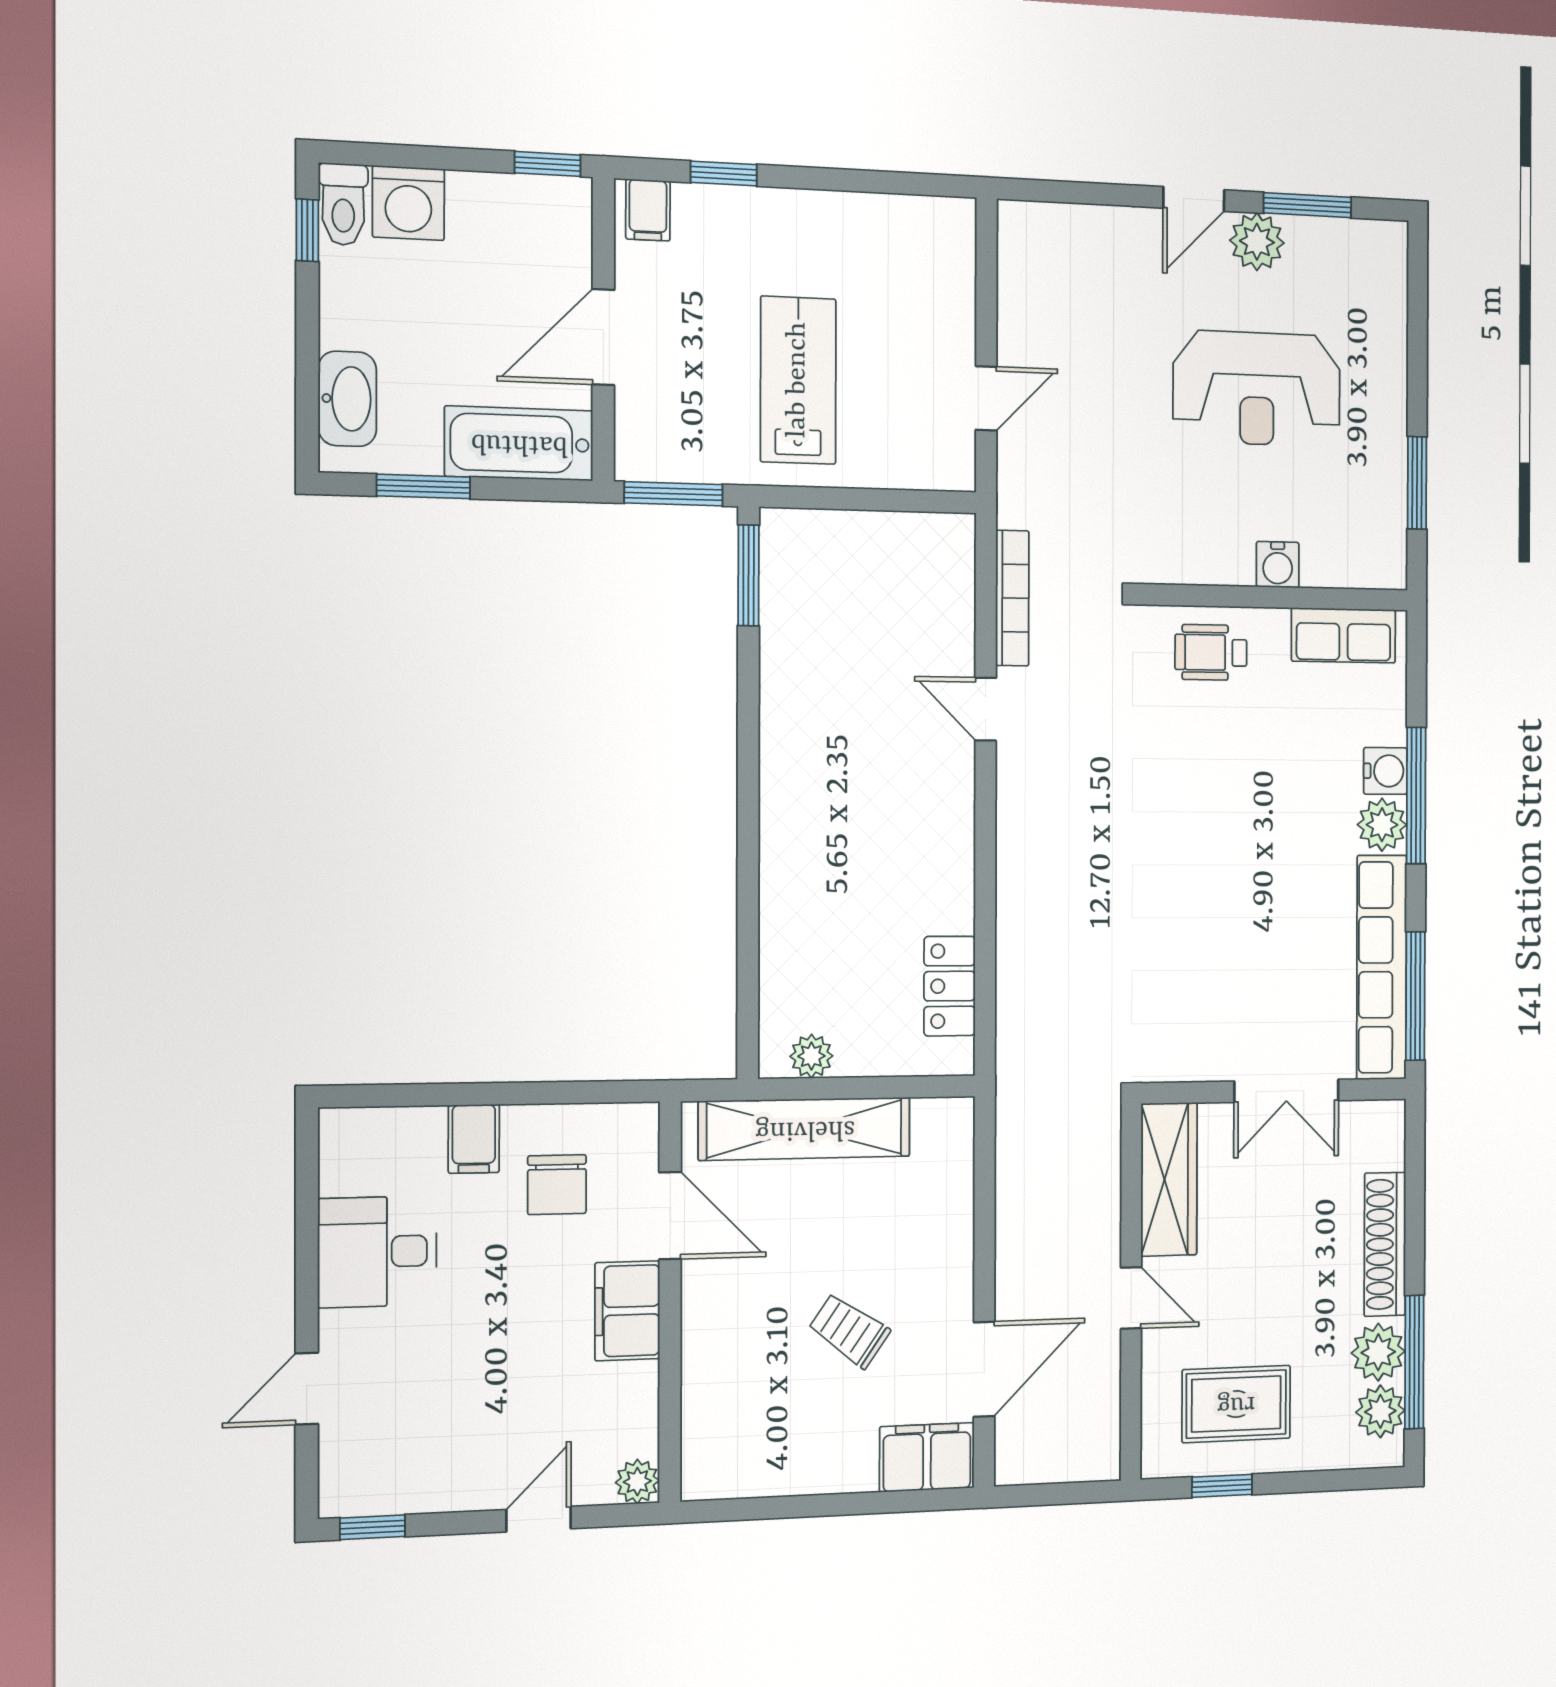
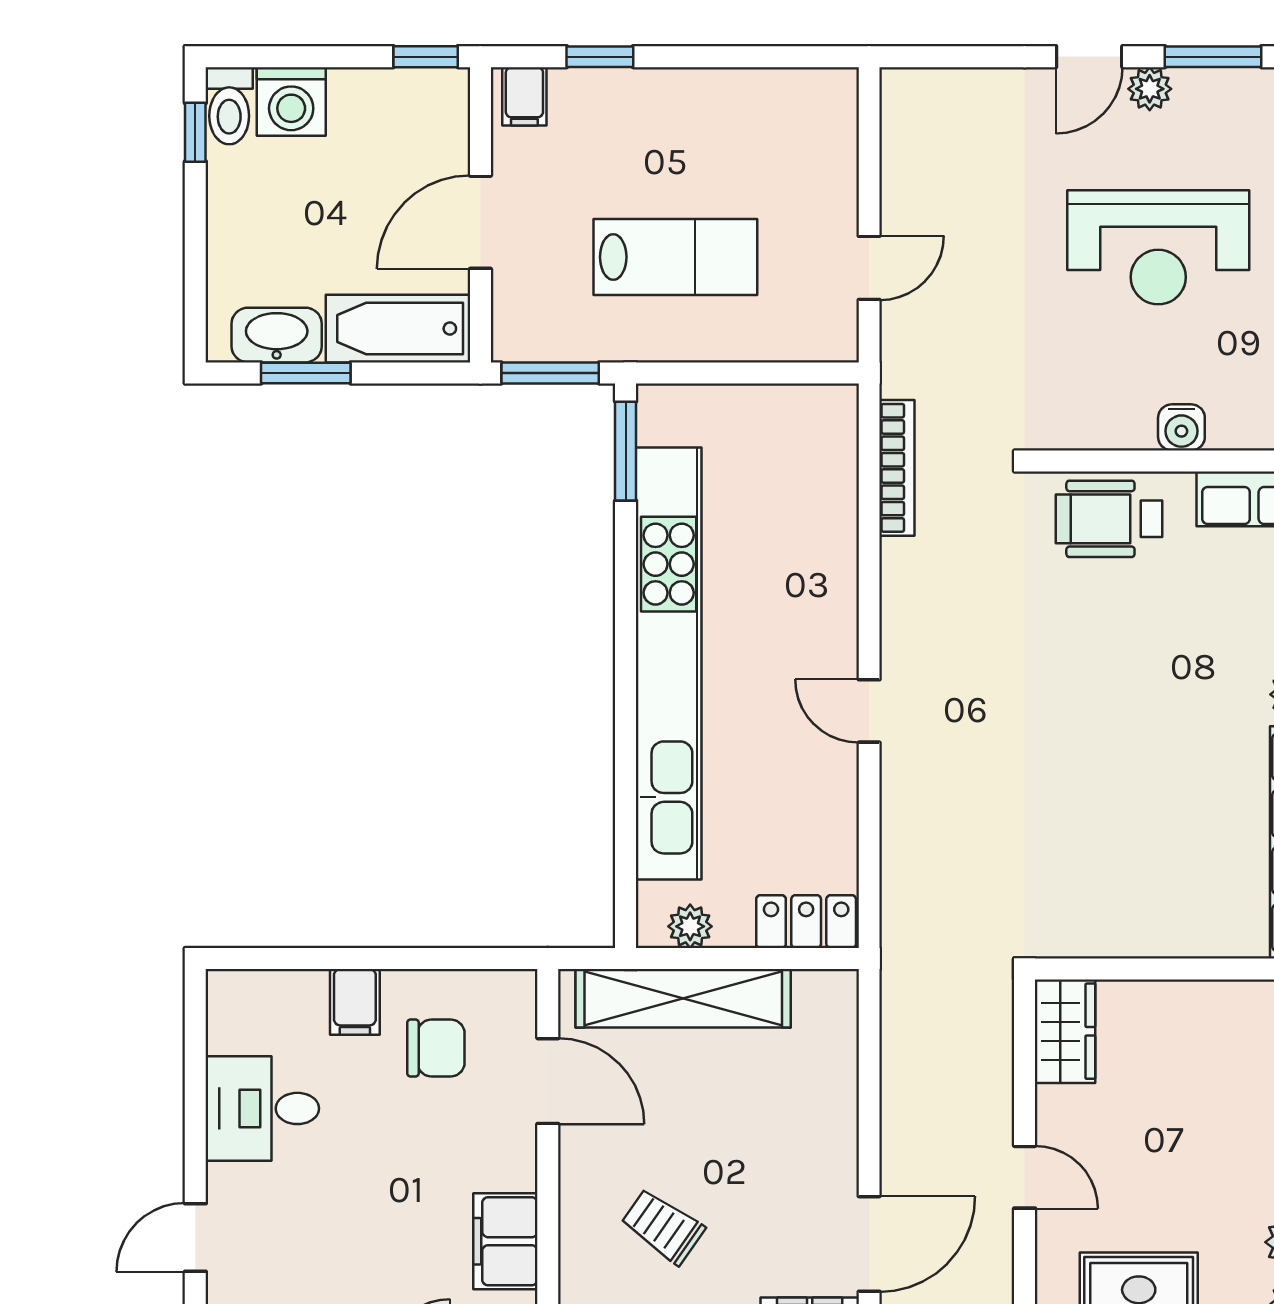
plant: (1257, 242) -> (1150, 89), width x0.73, depth x0.73
lab bench: (798, 380) -> (675, 257), turned 90
washbasin: (347, 399) -> (277, 335), moved, turned -90
wheelchair: (1211, 652) -> (1109, 519), width x1.36, depth x1.37
door: (986, 709) -> (869, 711), moved
kitchen unit: (791, 791) -> (669, 663), added
locker: (950, 986) -> (806, 922), moved, turned 90
double door: (1286, 1091) -> (1193, 969), removed
wardrobe: (1169, 1179) -> (1065, 1031), width x0.67
chair: (557, 1185) -> (436, 1048), turned -90
filing cabinet: (627, 1311) -> (505, 1241), moved
trolley: (849, 1330) -> (663, 1226), moved

